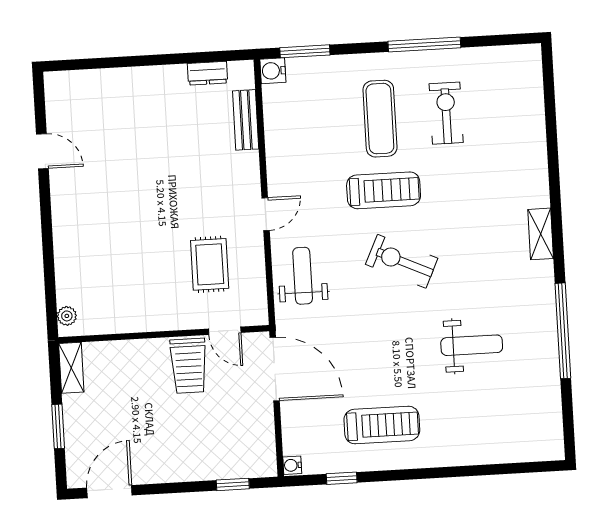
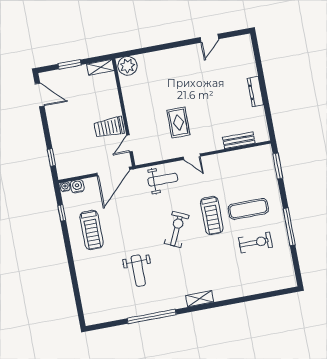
water cooler: (273, 71) -> (77, 186), moved
dresser: (207, 73) -> (255, 92), moved, width x1.44
rug: (210, 264) -> (178, 122), moved, turned 90
plant: (67, 316) -> (128, 66), width x1.88, depth x1.88

